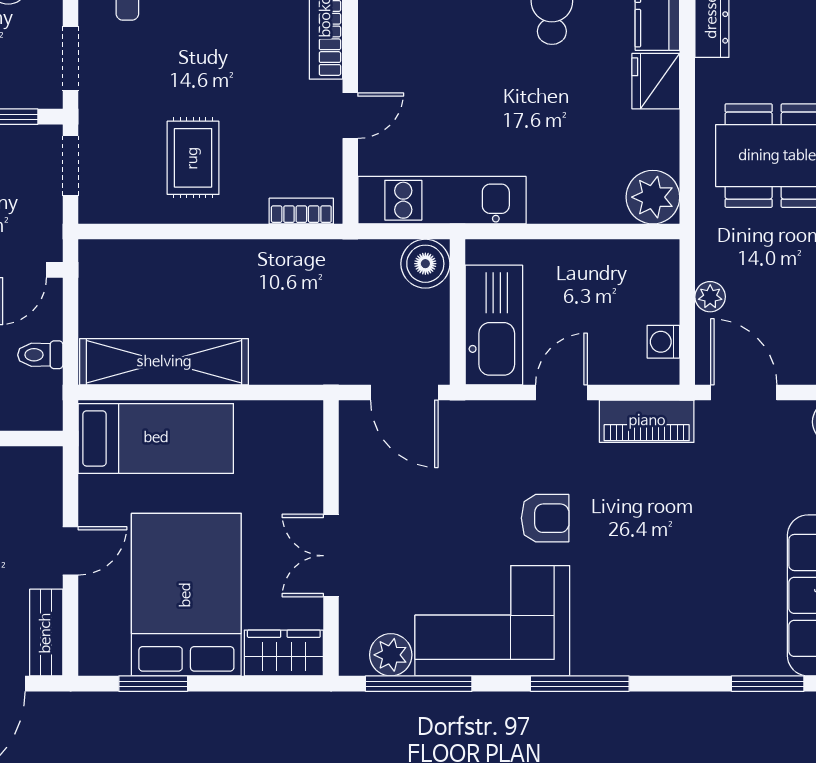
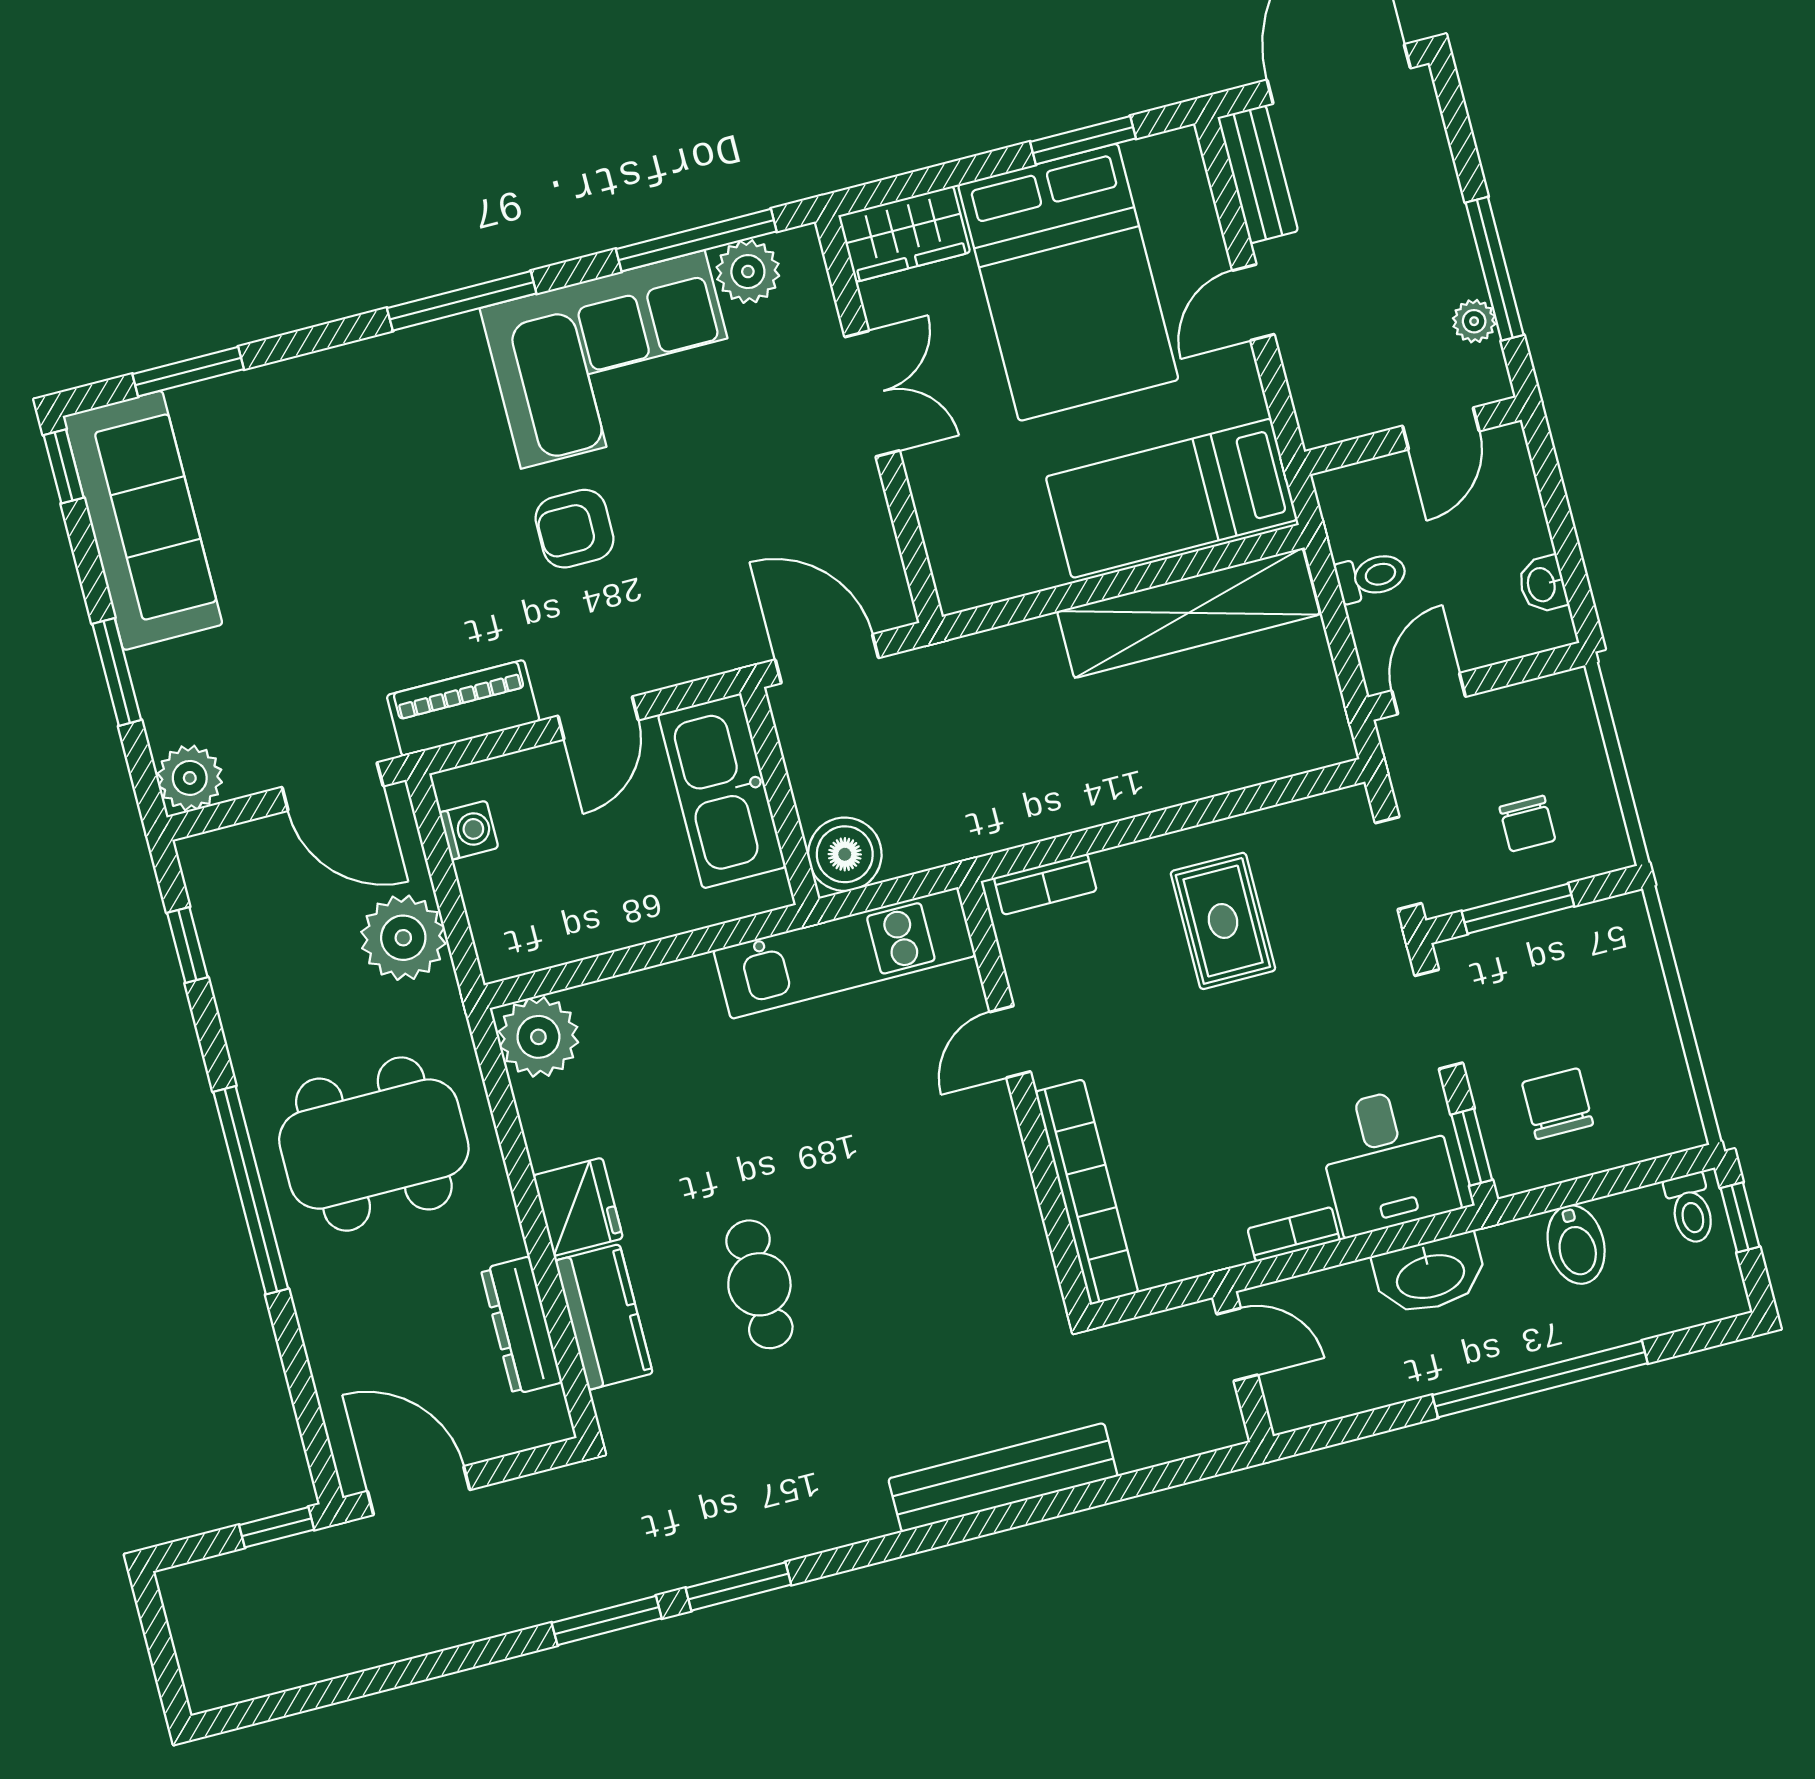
plant: (710, 297) -> (403, 938), width x1.88, depth x1.88

